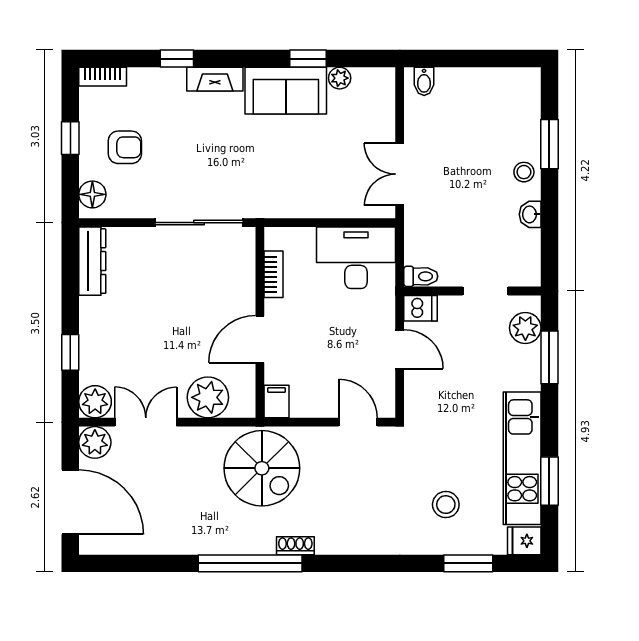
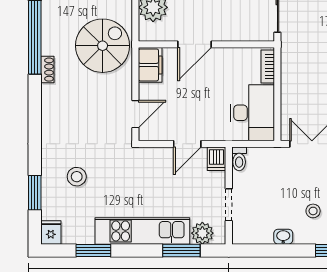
stool: (524, 172) -> (313, 211), moved
bookcase: (274, 274) -> (268, 66), moved, turned 90
door: (260, 339) -> (194, 44), swing flipped
filing cabinet: (277, 401) -> (150, 65), width x2.00
kitchen unit: (522, 458) -> (142, 231), moved
spiral stairs: (262, 468) -> (103, 46), turned 180

